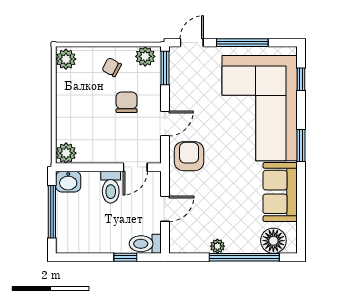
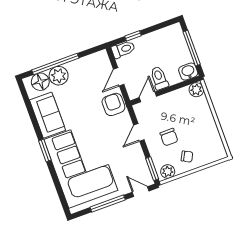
door: (192, 43) -> (141, 192), swing flipped
plant: (66, 59) -> (219, 151), removed
window: (301, 79) -> (61, 194), removed
armchair: (189, 156) -> (113, 104), moved, turned 180
plant: (217, 246) -> (59, 76), moved, width x1.87, depth x1.87

